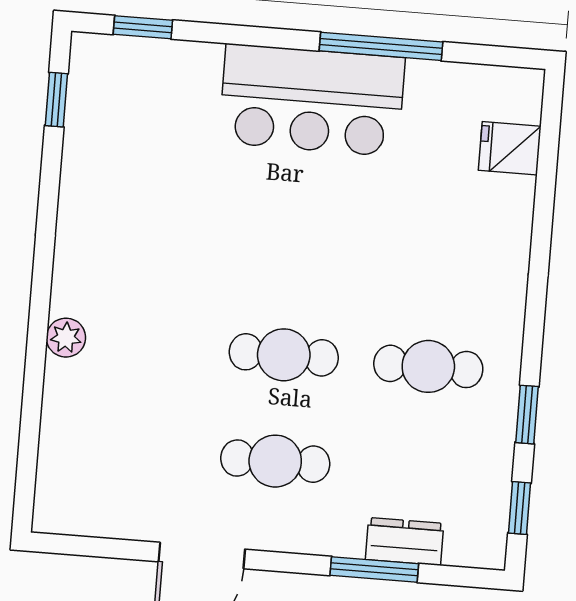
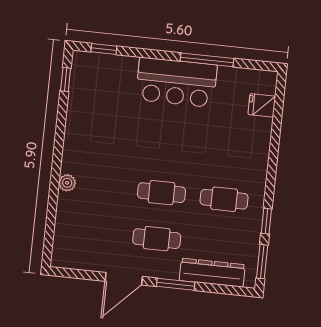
window: (519, 508) -> (262, 262), width x1.50
dresser: (405, 541) -> (212, 273), width x1.96, depth x1.24
window: (374, 569) -> (176, 284), moved

